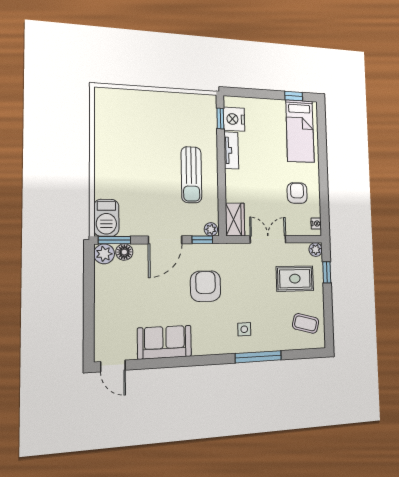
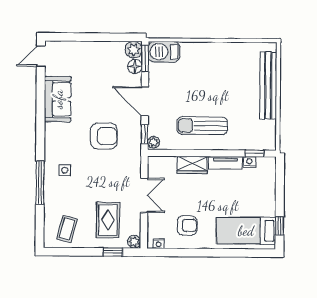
bench: (145, 99) -> (268, 85), added
nightstand: (234, 119) -> (249, 162), width x0.53, depth x0.56
wardrobe: (235, 219) -> (192, 165), moved

